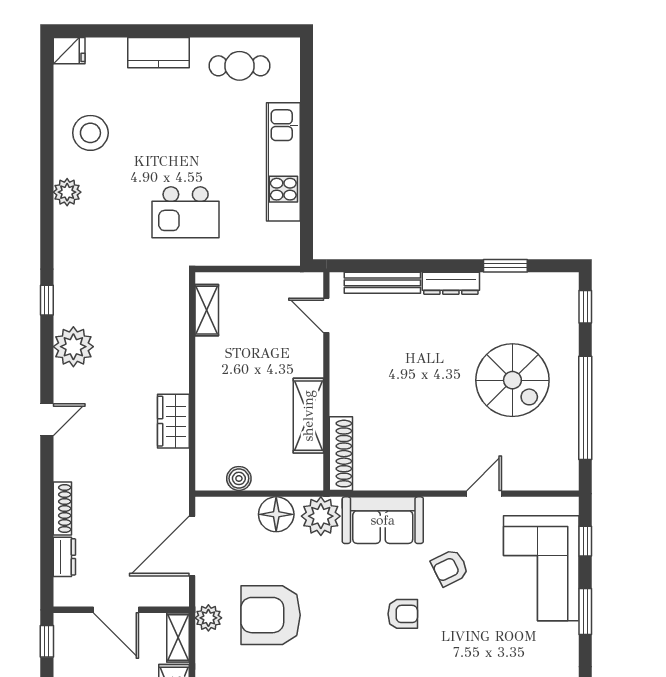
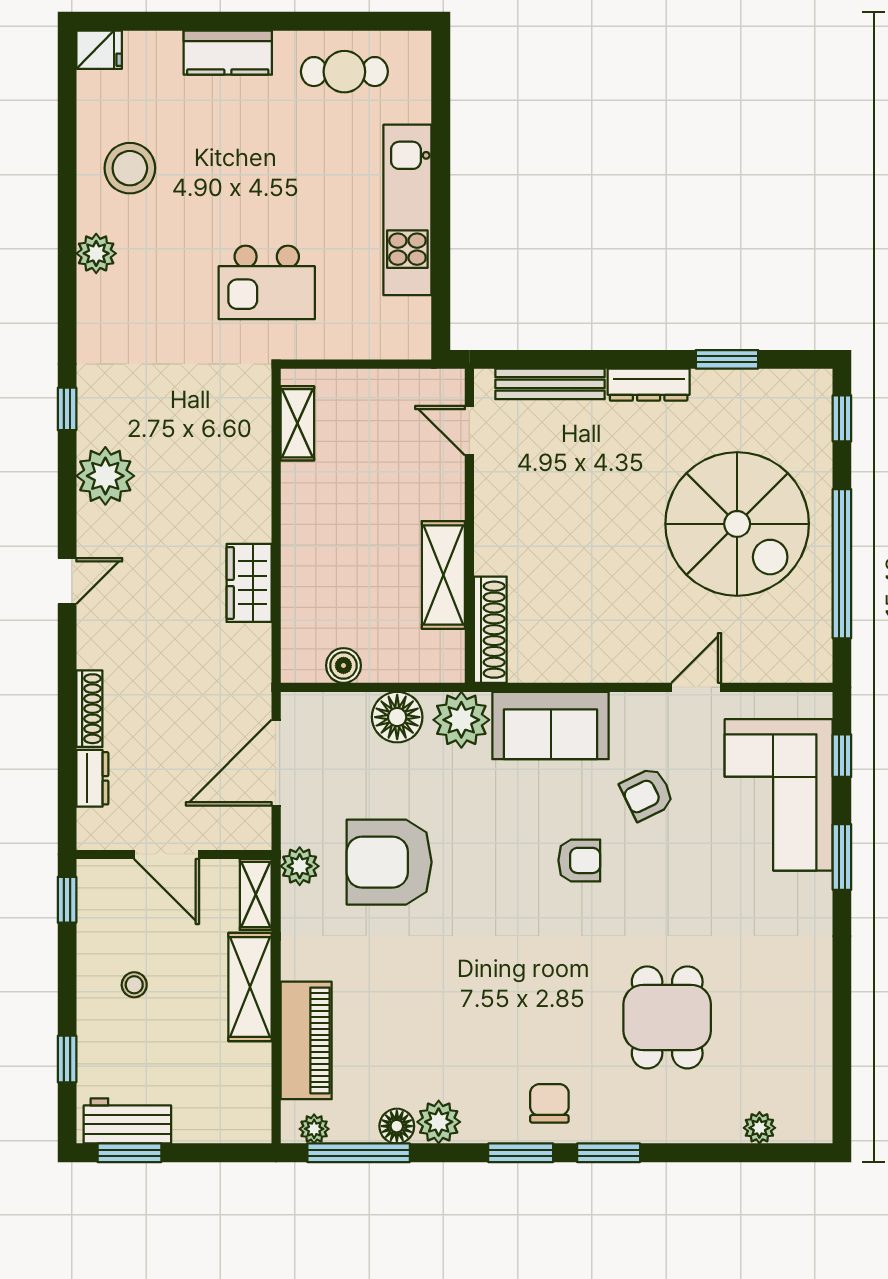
spiral stairs: (512, 380) -> (737, 524), width x1.37, depth x1.37

